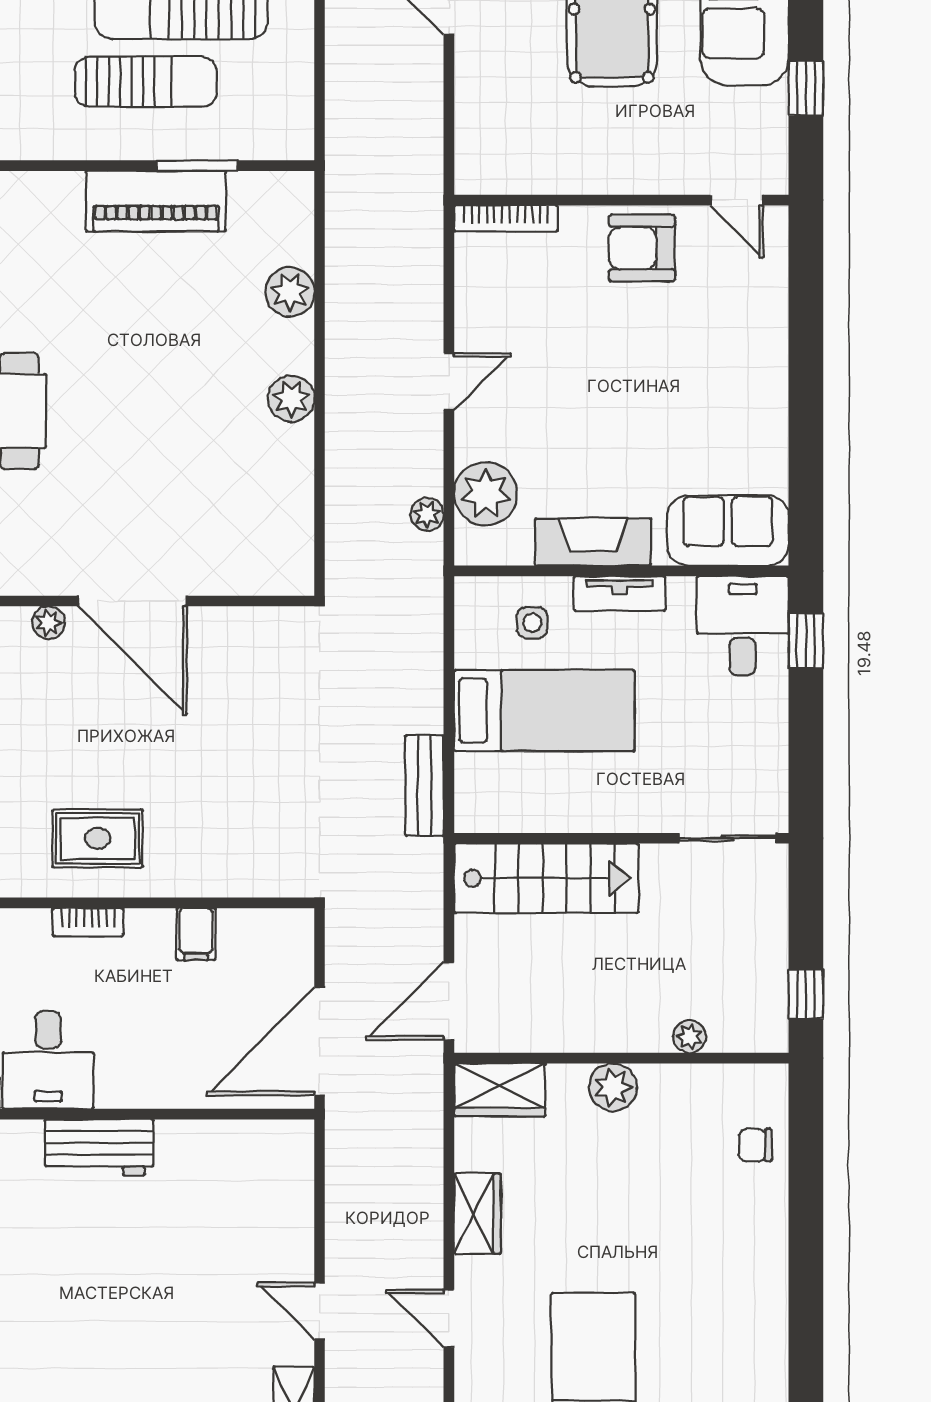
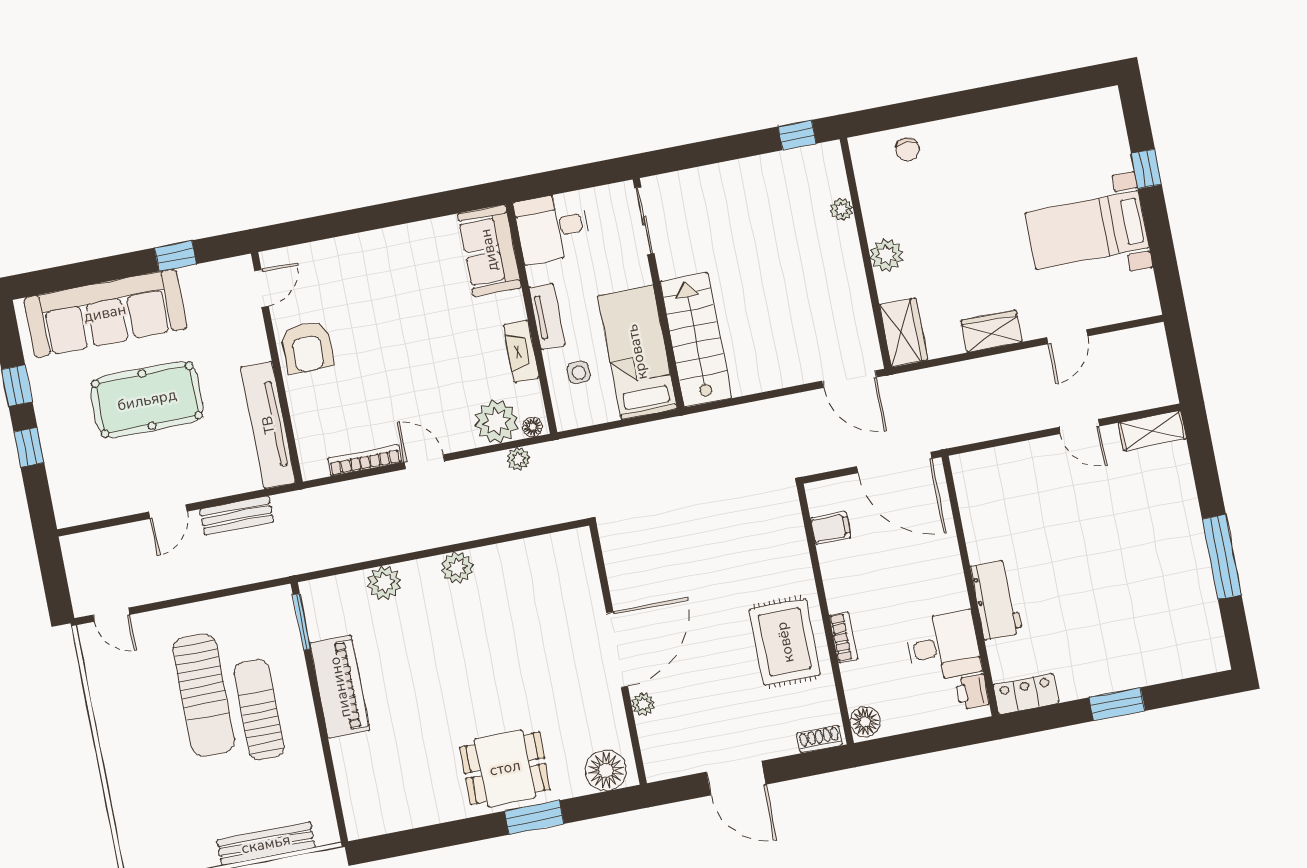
window: (197, 166) -> (302, 622), moved
tv unit: (543, 172) -> (268, 425), added
bookcase: (506, 218) -> (365, 460), moved, turned -90
fireplace: (593, 542) -> (521, 351), width x0.73, depth x0.76
floor lamp: (468, 543) -> (533, 427), added
window: (806, 641) -> (555, 182), removed
bench: (424, 786) -> (237, 516), moved
rug: (98, 838) -> (785, 642), width x1.36, depth x1.43
wall: (621, 838) -> (658, 293), moved
sliding door: (727, 838) -> (644, 221), moved
stairs: (546, 878) -> (696, 340), moved
filing cabinet: (196, 934) -> (831, 528), moved
door: (320, 1311) -> (1079, 427), hinge flipped

